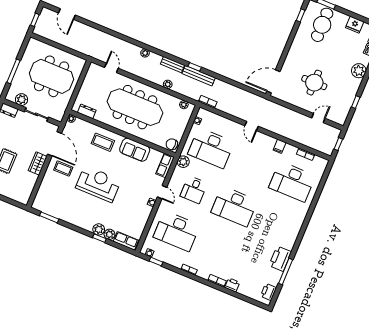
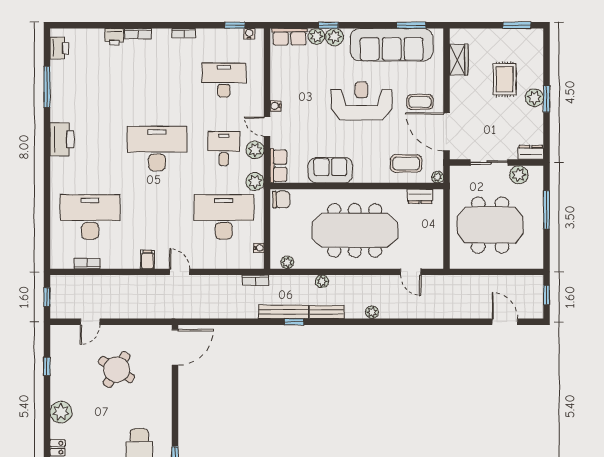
round table: (314, 83) -> (117, 370), turned 32
coffee table: (103, 142) -> (406, 163), moved
filing cabinet: (280, 146) -> (148, 260), moved
wardrobe: (38, 163) -> (459, 60), moved
plant: (175, 181) -> (255, 150), added
reception desk: (98, 184) -> (361, 101), turned 180
sofa: (66, 210) -> (392, 45), added
desk: (177, 231) -> (224, 80), width x0.73, depth x0.77
printer: (280, 259) -> (62, 139), moved

